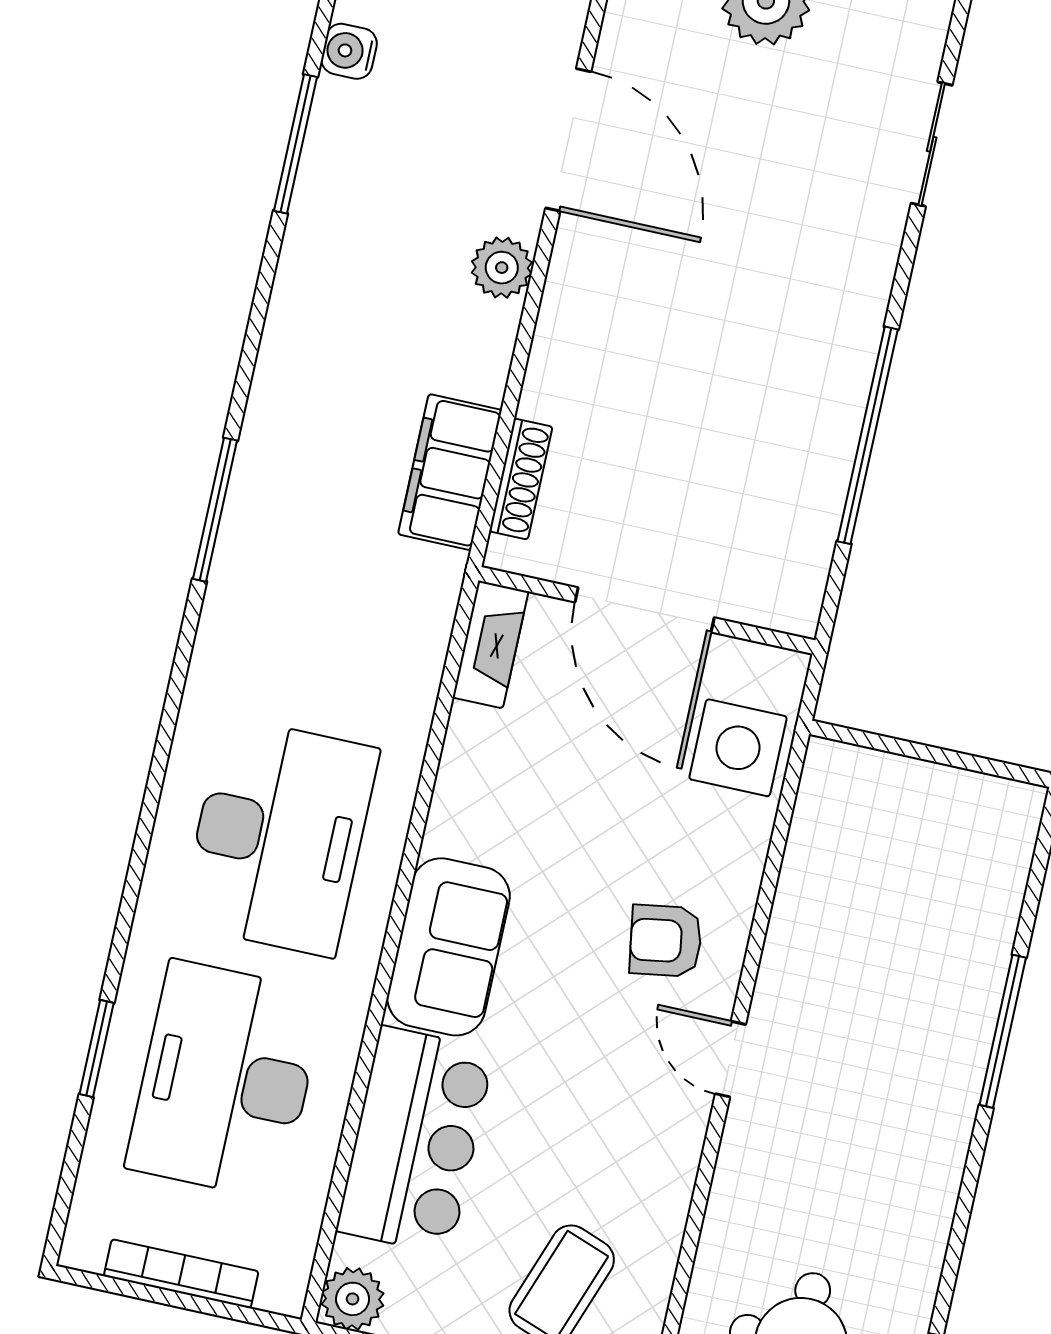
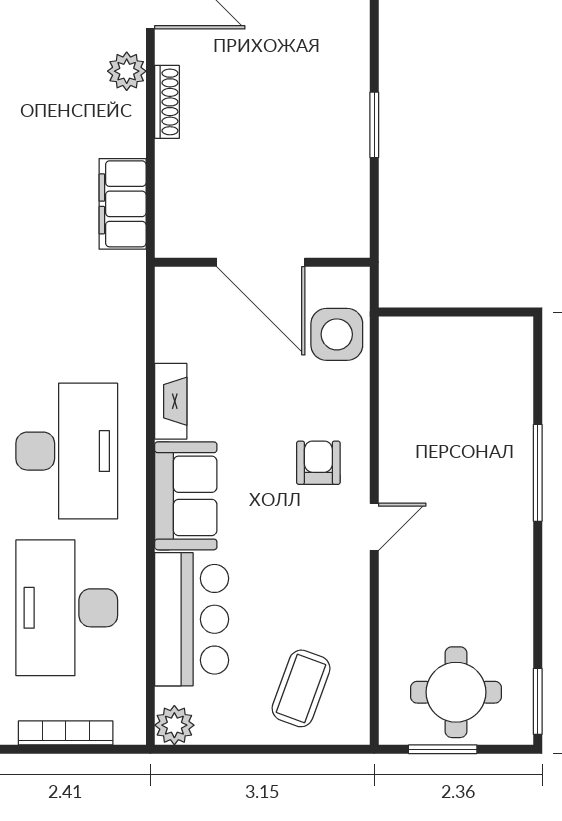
window: (868, 435) -> (374, 125), width x0.47
shoe rack: (521, 479) -> (167, 102), moved
fireplace: (490, 644) -> (171, 401), moved
armchair: (666, 941) -> (318, 463), turned 99
door: (731, 1059) -> (374, 527), swing flipped

